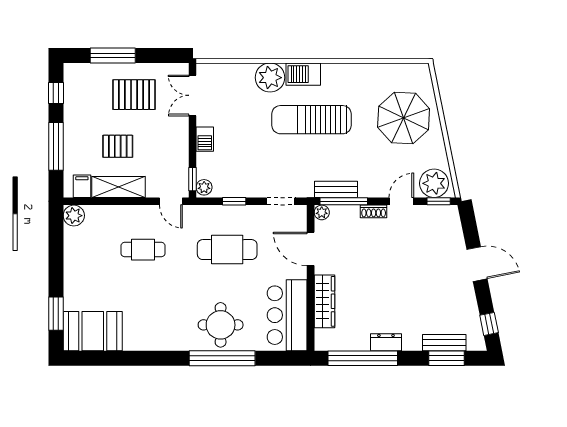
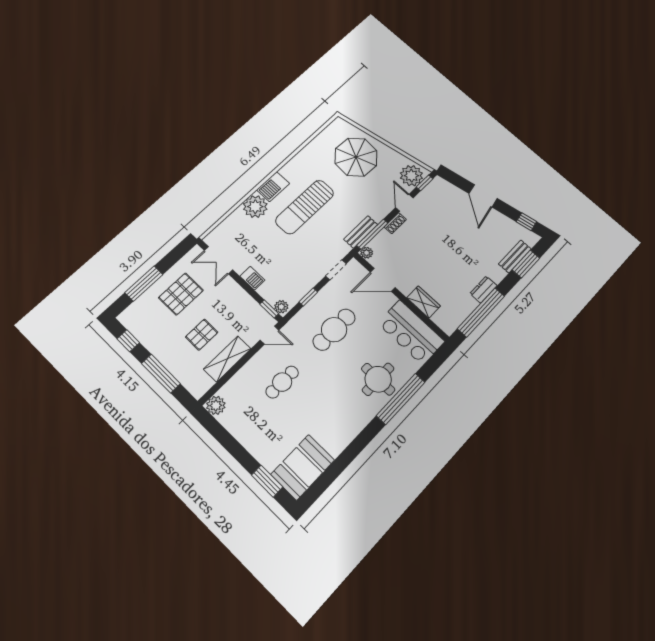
filing cabinet: (82, 186) -> (203, 382), removed
door: (477, 264) -> (483, 196), swing flipped
wardrobe: (324, 301) -> (424, 302), width x0.67

